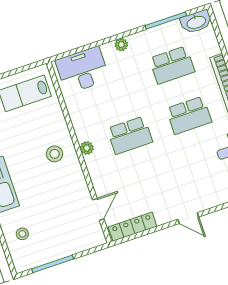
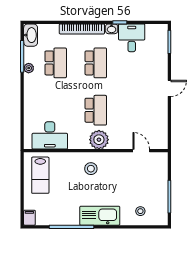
plant: (121, 45) -> (29, 68), moved
desk: (82, 70) -> (50, 135), moved, turned -90
plant: (87, 148) -> (99, 140), width x1.88, depth x1.88
locker: (133, 227) -> (162, 130), removed

